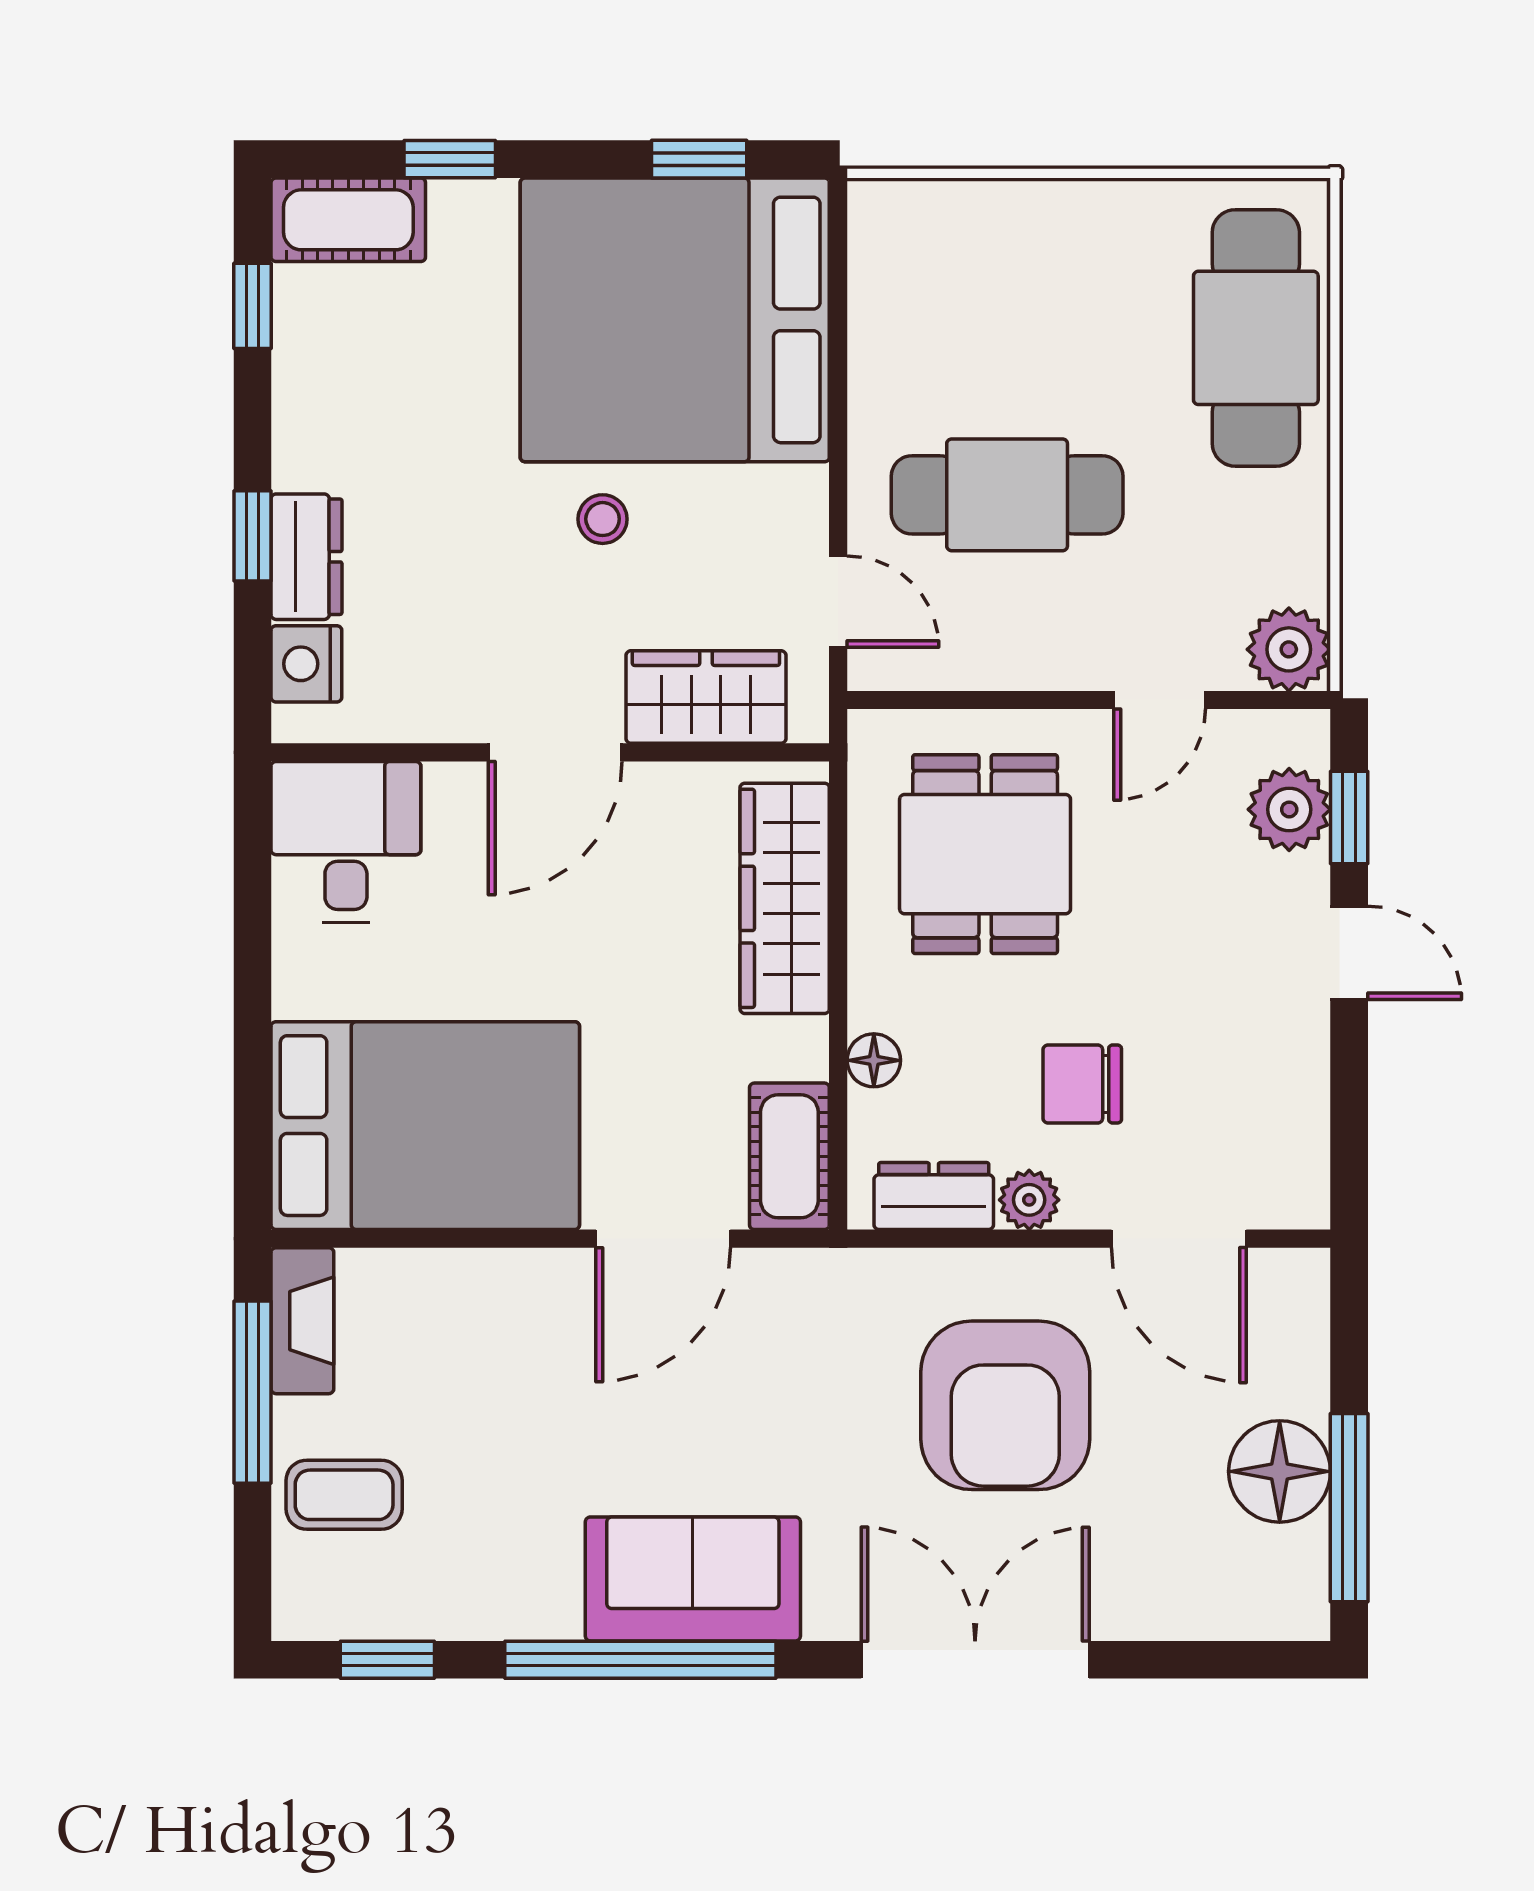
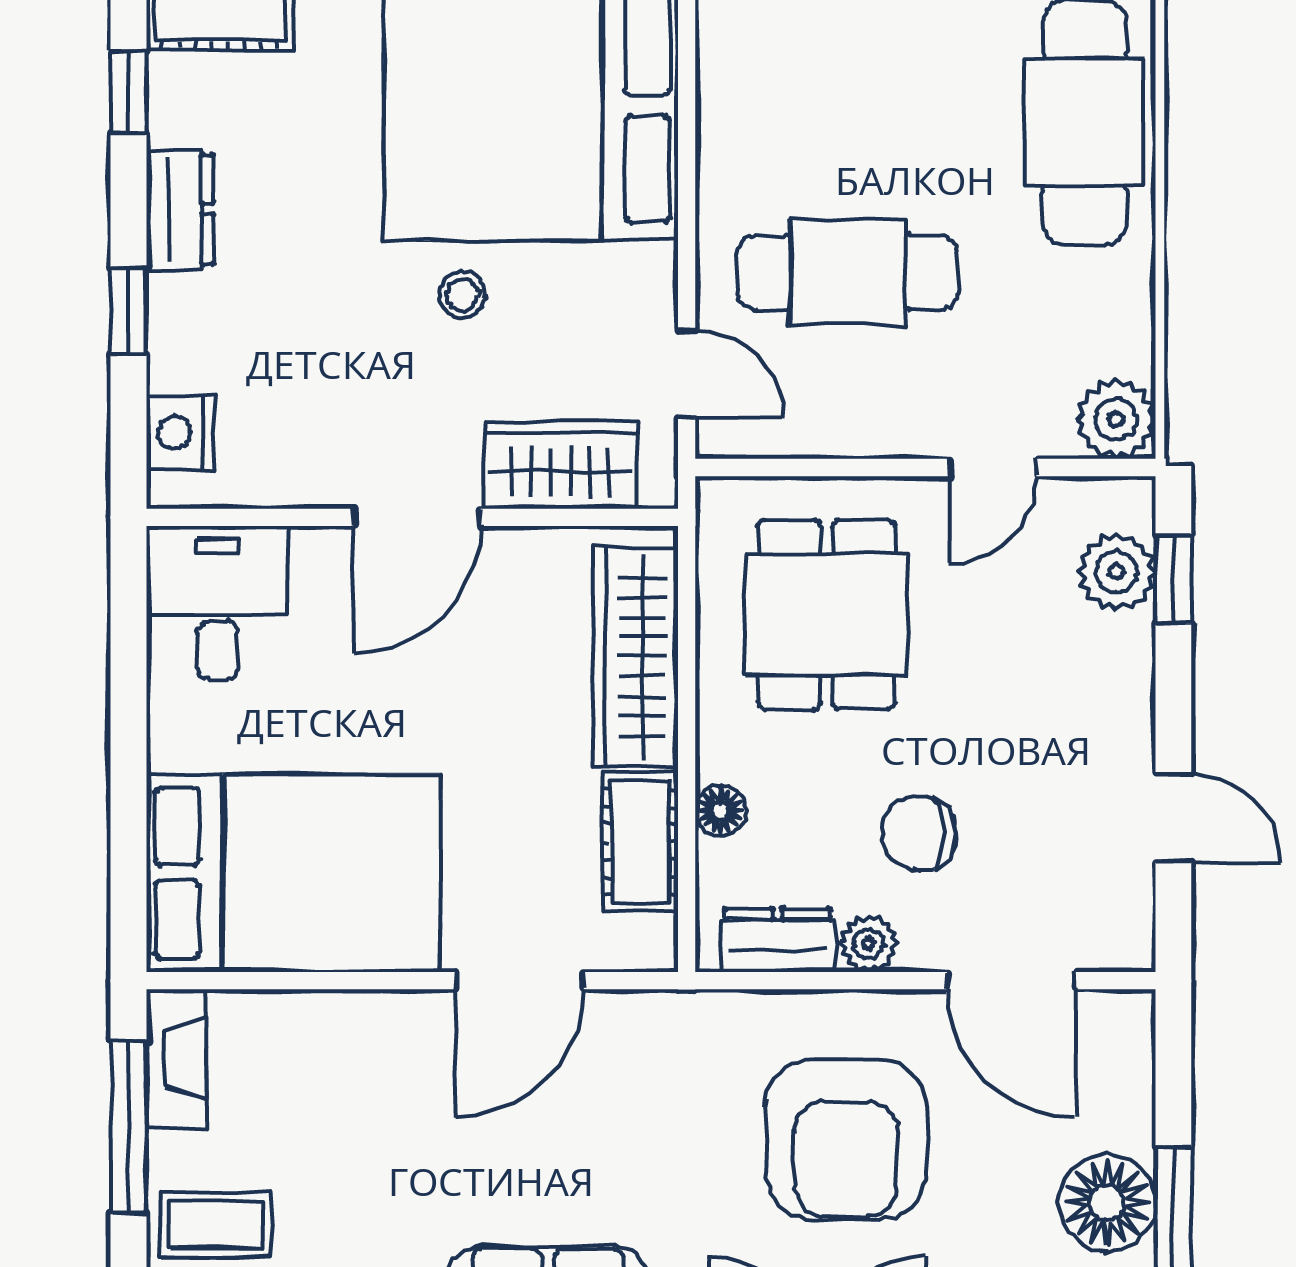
dresser: (307, 557) -> (180, 209), moved
door: (1349, 953) -> (1173, 818), moved
cot: (789, 1156) -> (640, 842), moved

